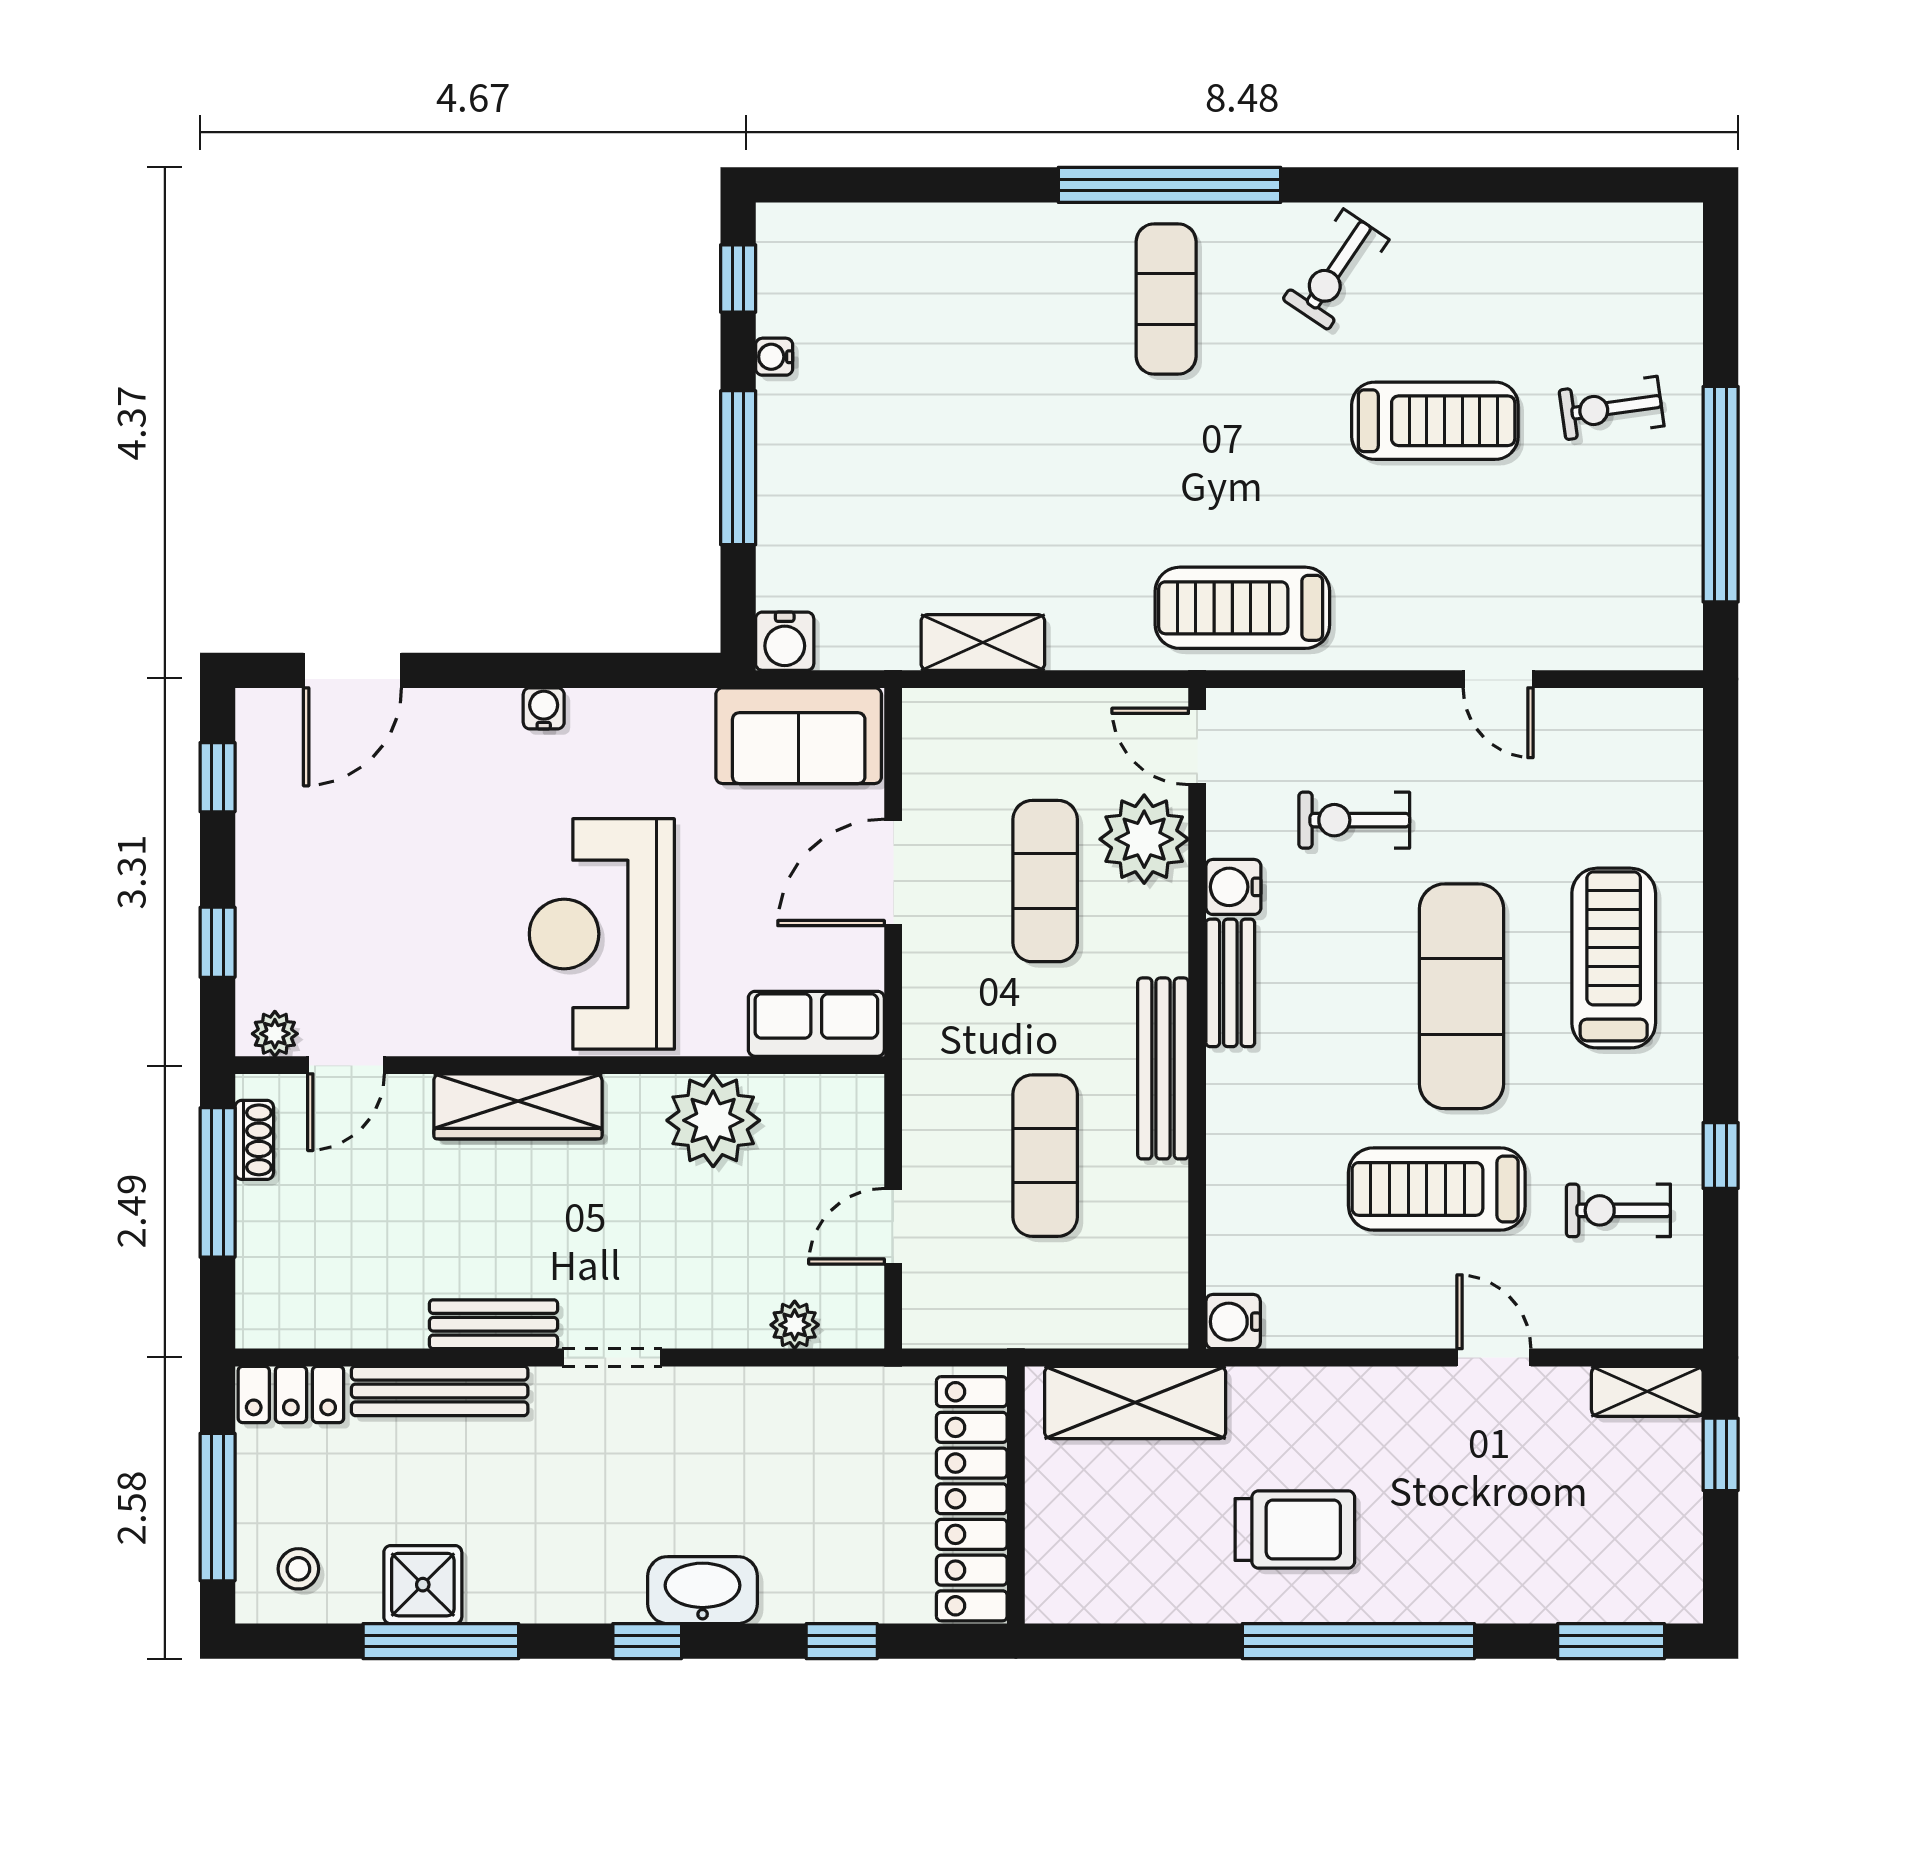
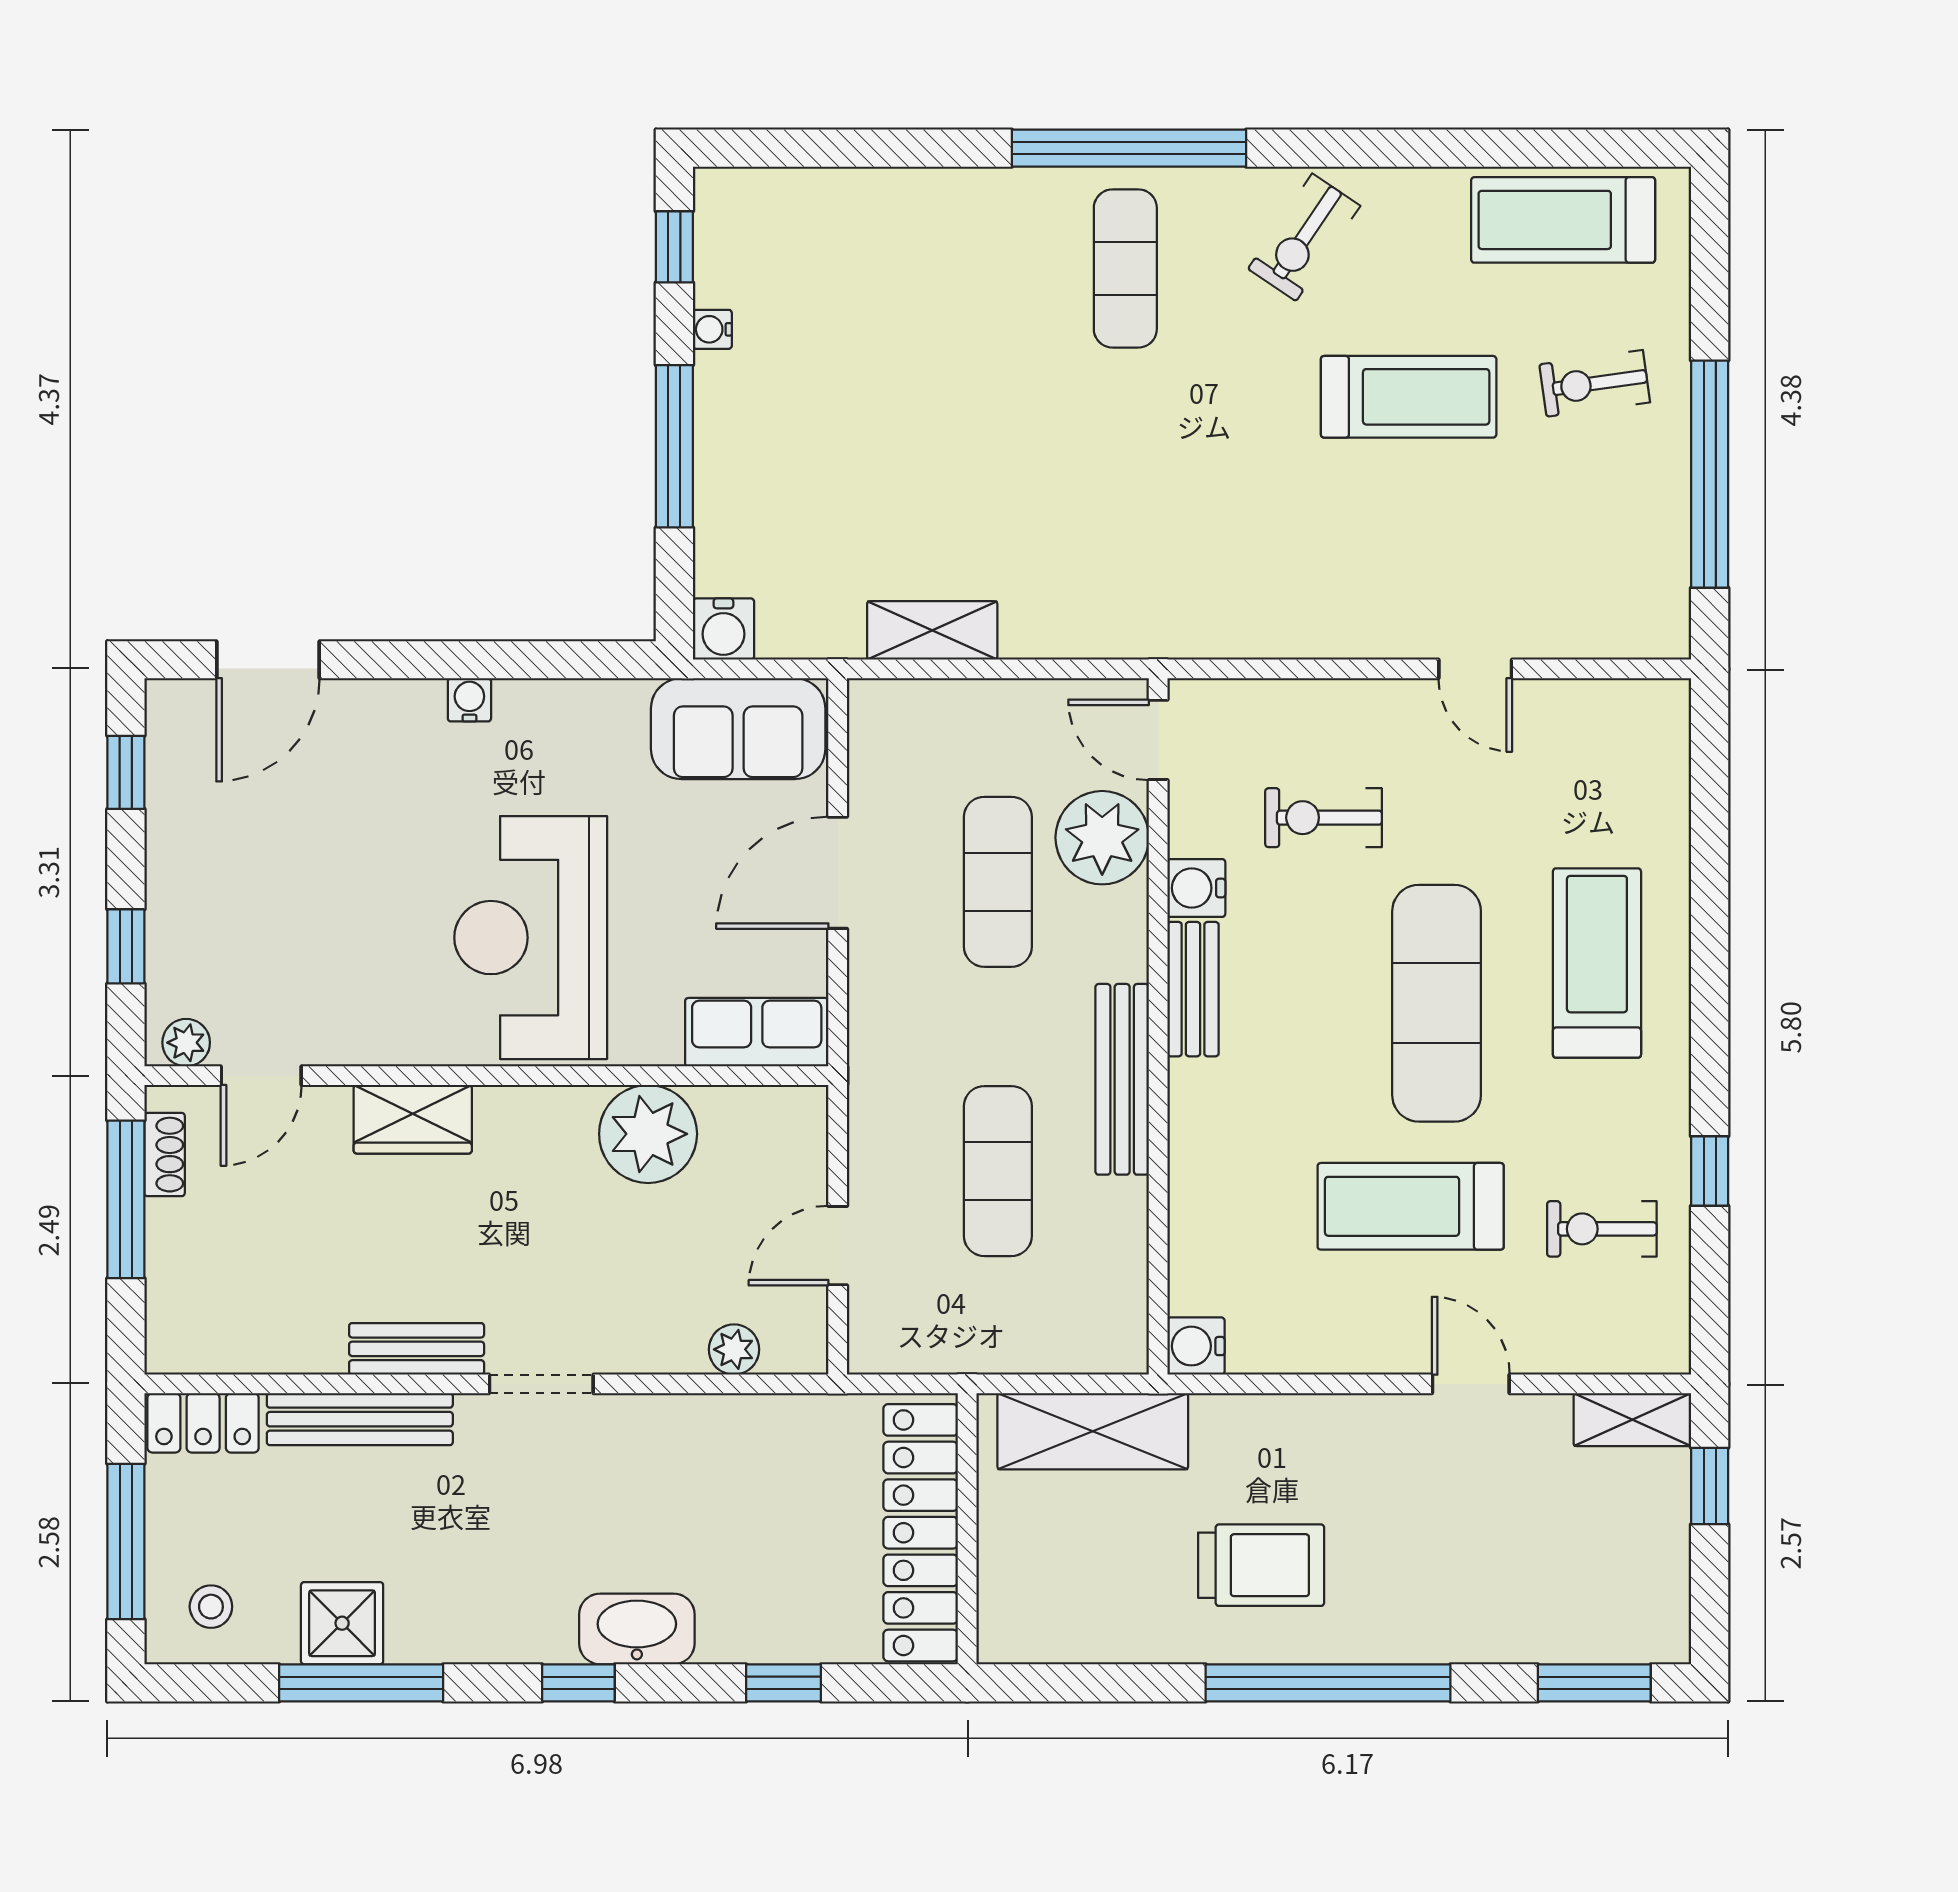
treadmill: (1242, 608) -> (1563, 220), moved
wardrobe: (518, 1106) -> (413, 1119), width x0.67

